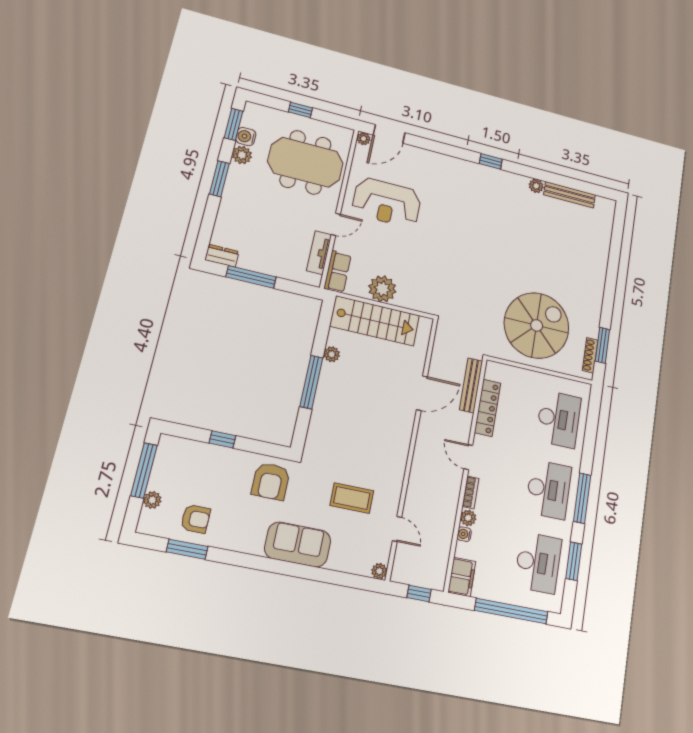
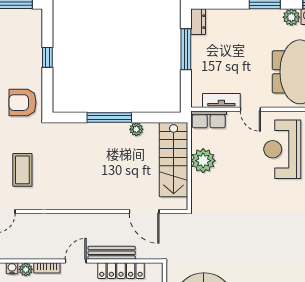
bench: (471, 385) -> (112, 253), moved
door: (422, 393) -> (144, 212), moved

